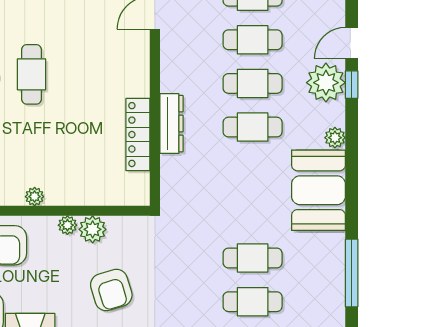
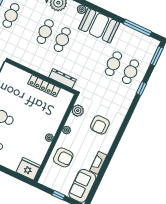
cafe table: (253, 40) -> (28, 24), removed
dresser: (171, 124) -> (62, 78), moved
plant: (93, 229) -> (78, 111), moved
armchair: (111, 290) -> (100, 125), turned 107

